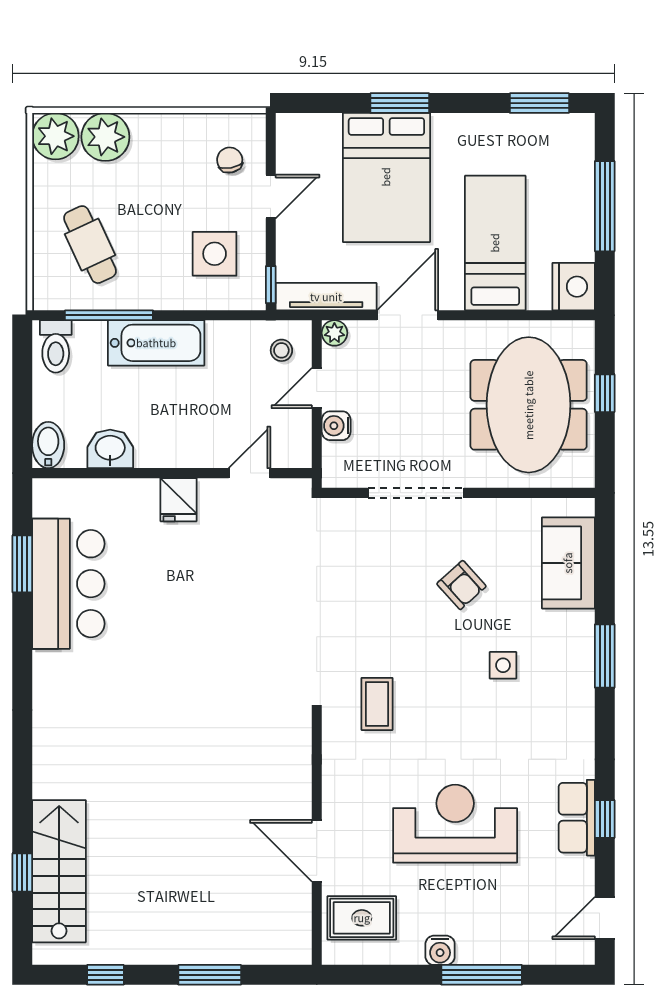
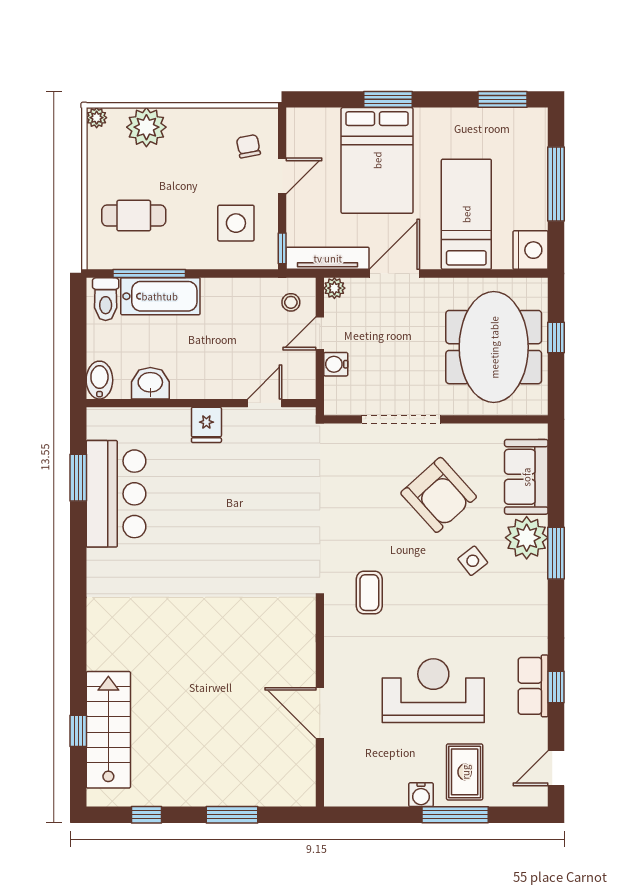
plant: (55, 136) -> (97, 118), width x0.53, depth x0.53
cafe table: (90, 245) -> (134, 216), turned -65
bathtub: (156, 343) -> (160, 296), moved
armchair: (461, 585) -> (439, 495), width x1.88, depth x1.88
plant: (569, 637) -> (527, 538), added
side table: (503, 665) -> (473, 561), turned -38
rug: (362, 918) -> (465, 772), moved, turned 90

